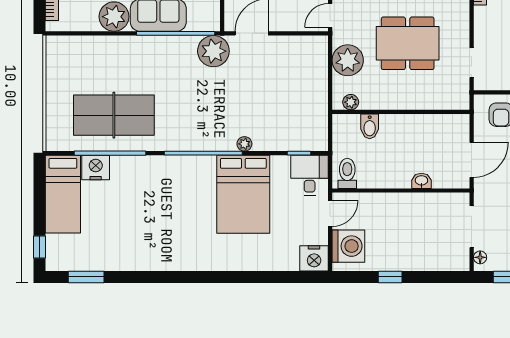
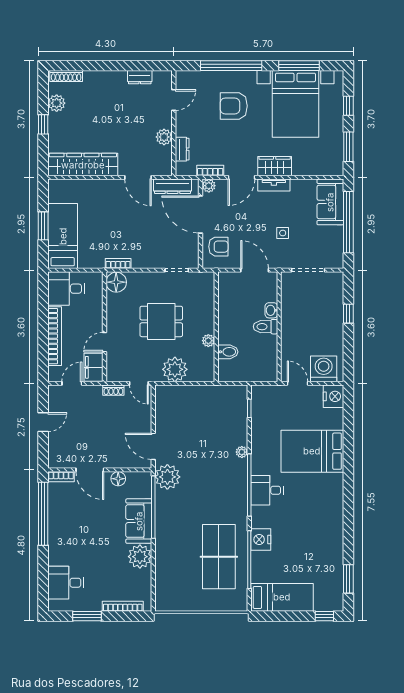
dining table: (408, 43) -> (161, 321), width x0.73
plant: (351, 102) -> (208, 341), moved
nightstand: (96, 167) -> (261, 540), moved
toilet: (347, 173) -> (265, 327), moved
desk: (310, 175) -> (267, 490), moved
bed: (243, 194) -> (312, 451), moved, turned 180
floor lamp: (480, 257) -> (333, 263), removed
window: (390, 277) -> (348, 314), moved

